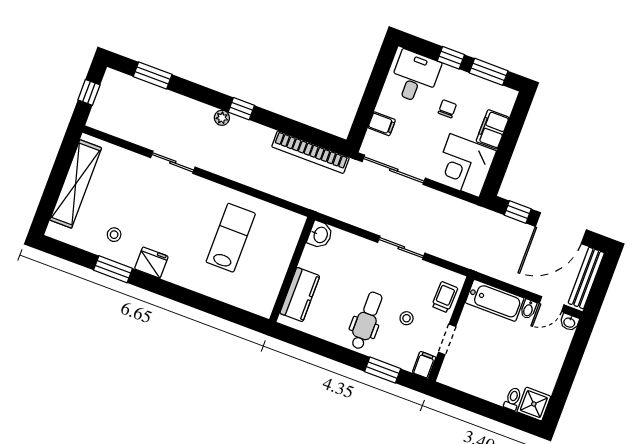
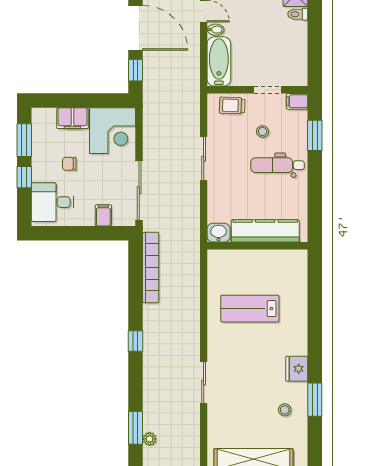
plant: (222, 118) -> (150, 439), moved
kitchen counter: (300, 295) -> (265, 231), width x1.50

